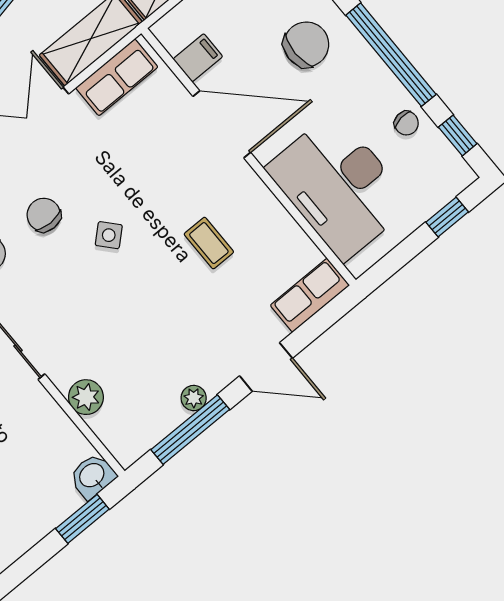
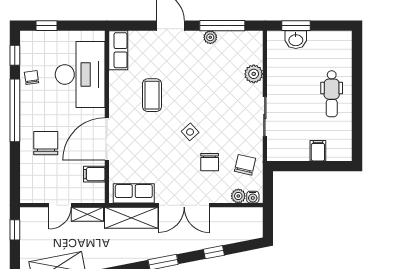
chair: (306, 44) -> (46, 143), turned 90
door: (222, 124) -> (107, 139), hinge flipped
coffee table: (209, 243) -> (152, 95), width x1.36, depth x1.30
row of seats: (310, 295) -> (118, 50), moved, turned -90
washbasin: (92, 476) -> (296, 40), moved

